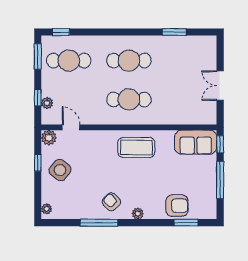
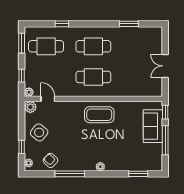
window: (61, 32) -> (62, 24), moved
plant: (47, 103) -> (29, 92), moved
sofa: (196, 142) -> (153, 126), moved, turned 90
window: (38, 163) -> (22, 147), moved
armchair: (111, 202) -> (51, 160), moved
armchair: (177, 206) -> (131, 160), removed

